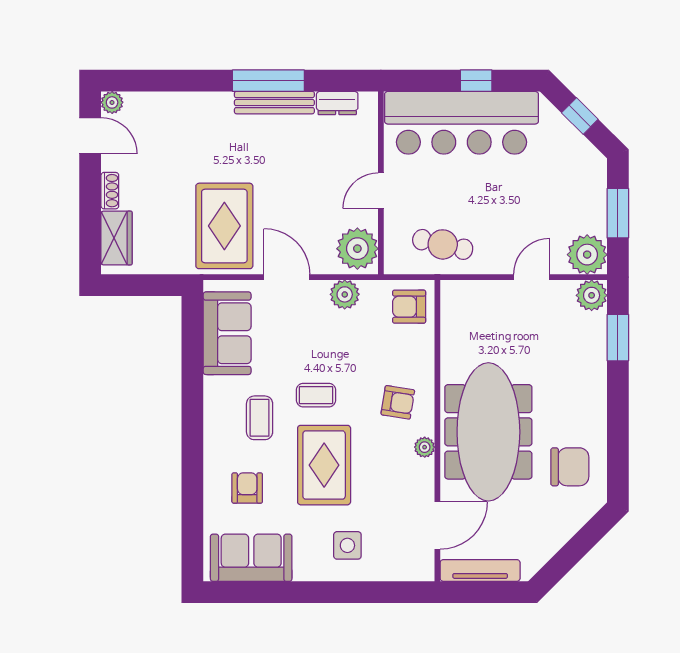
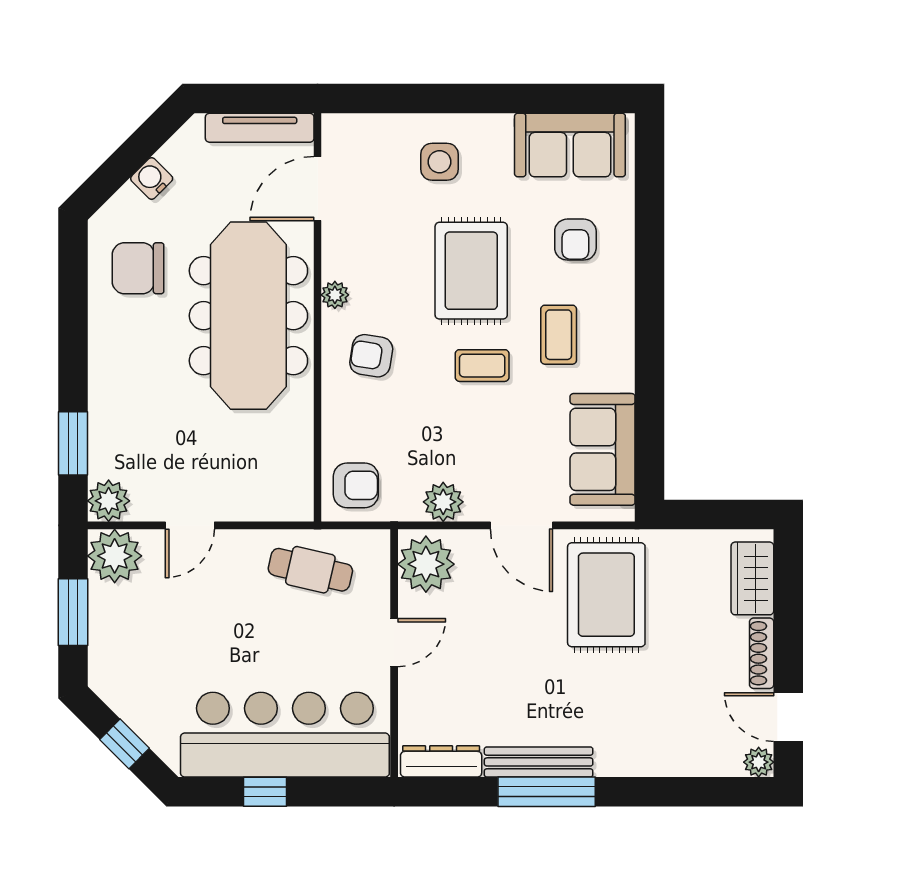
dresser: (337, 103) -> (441, 761), width x1.44
shoe rack: (110, 191) -> (762, 653), width x1.43
water cooler: (560, 533) -> (152, 179), added

